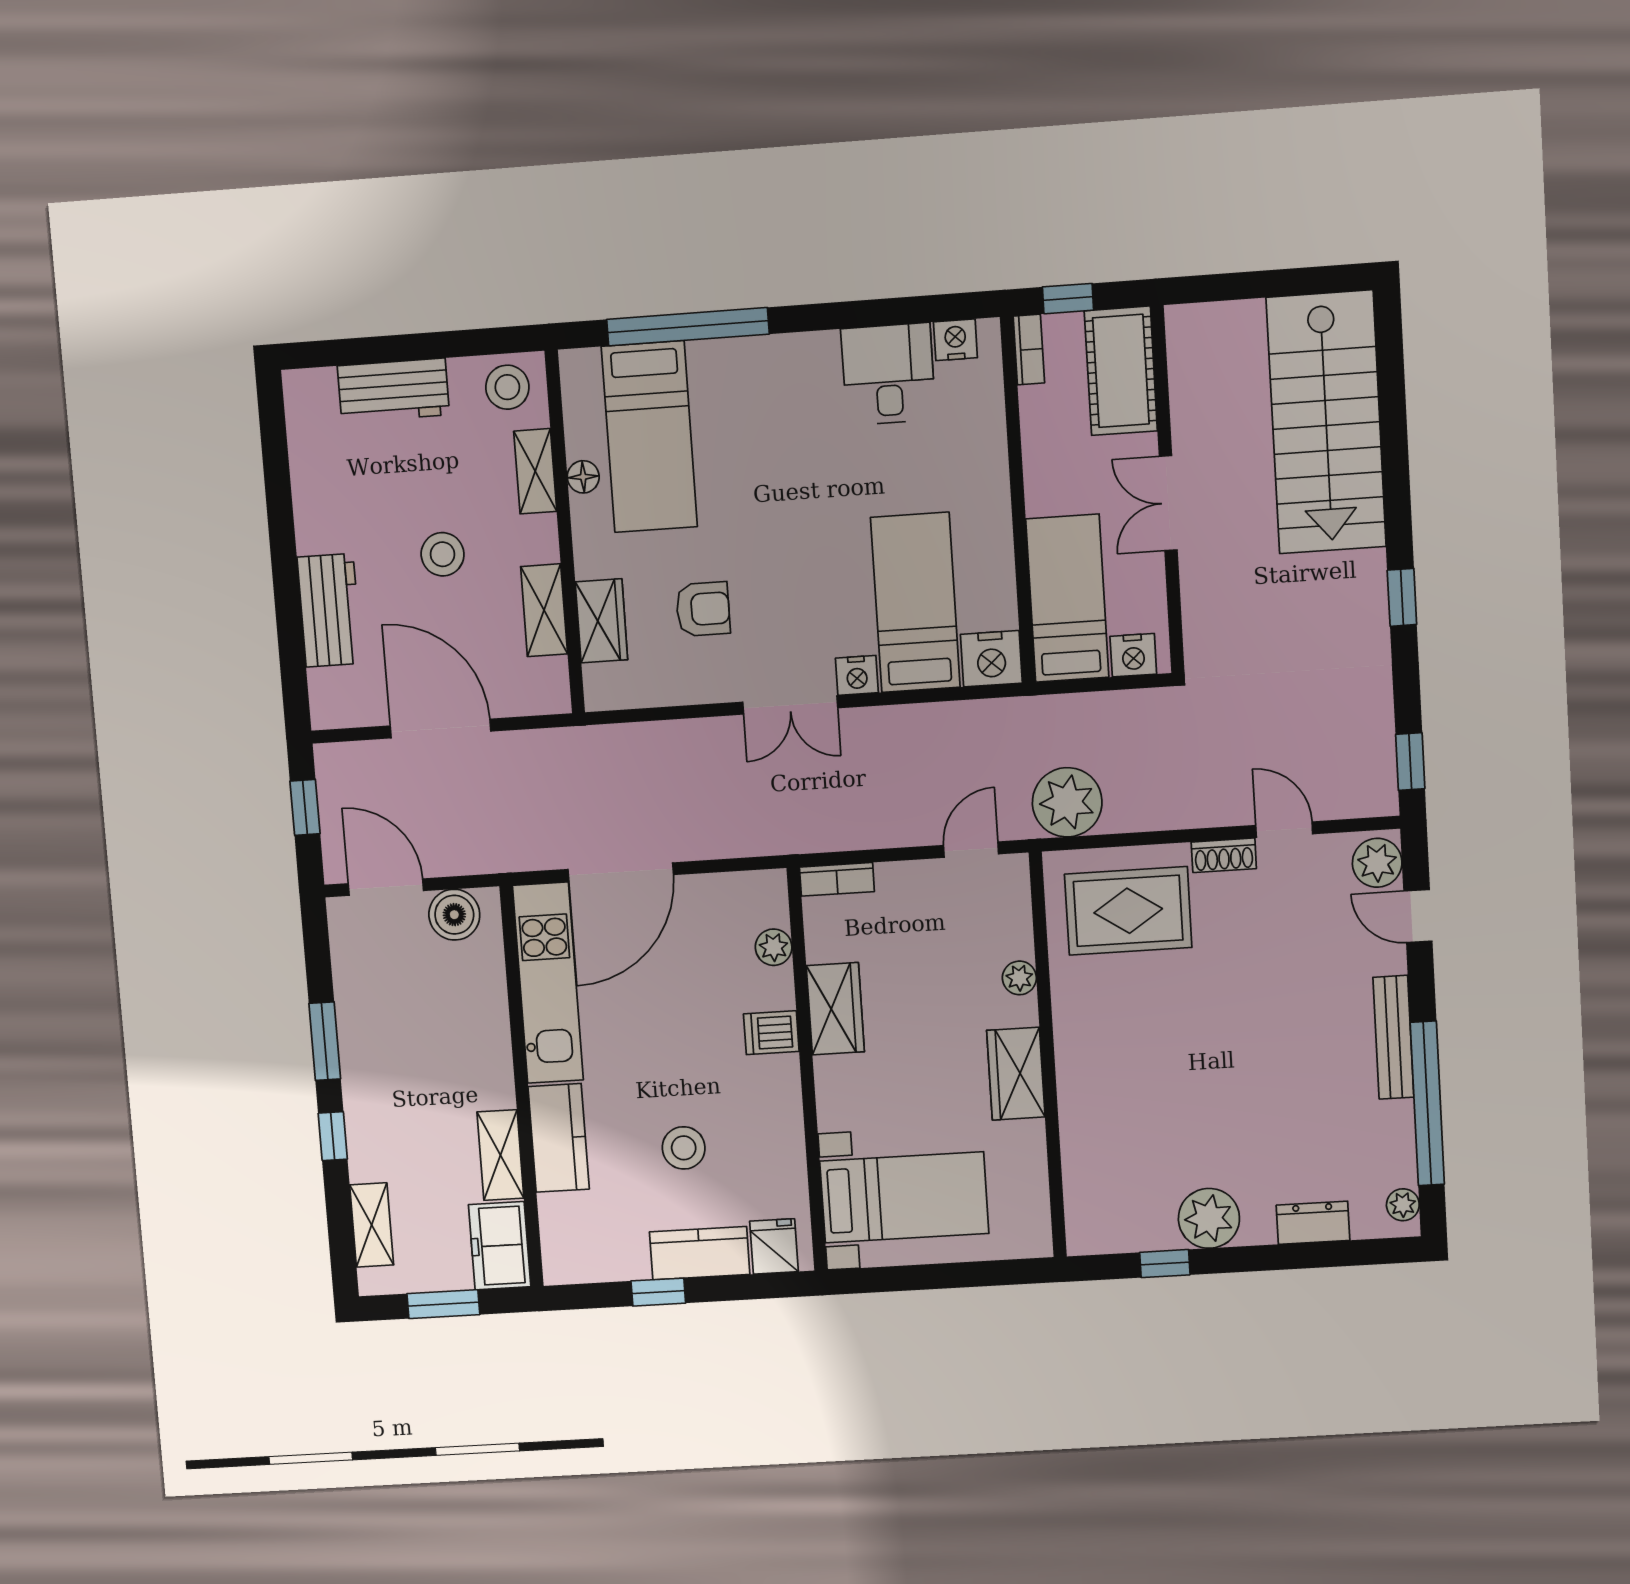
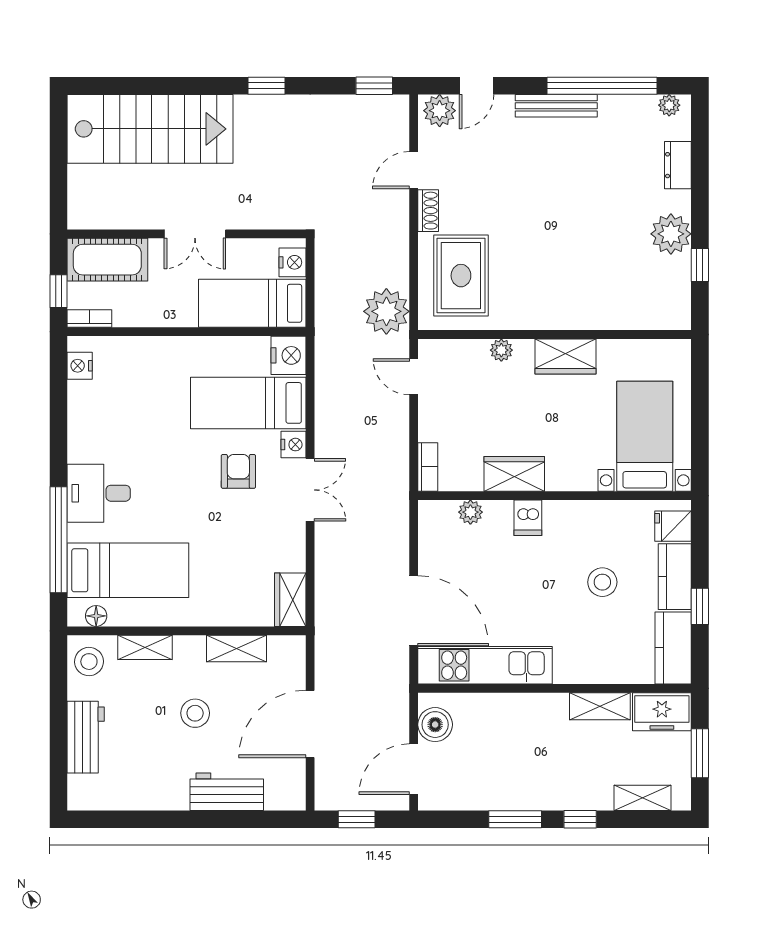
desk: (888, 374) -> (99, 493), moved
floor lamp: (583, 477) -> (96, 616), moved
armchair: (703, 609) -> (238, 471), moved
wardrobe: (601, 621) -> (290, 600), moved, turned -90
kitchen counter: (559, 1138) -> (673, 648), moved, turned -90

